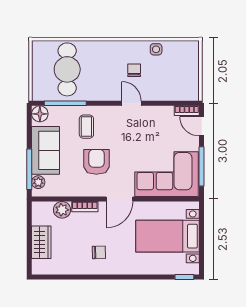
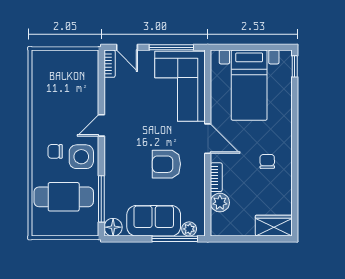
side table: (156, 49) -> (81, 157), moved, width x1.87, depth x1.87
chair: (134, 70) -> (55, 151), moved
door: (202, 126) -> (127, 47), hinge flipped
coffee table: (86, 127) -> (127, 175), removed
wardrobe: (41, 242) -> (274, 226), moved

